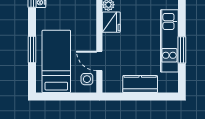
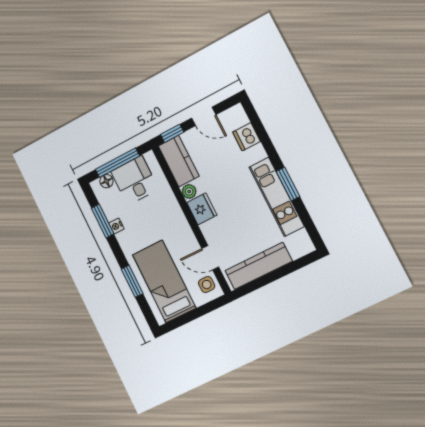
window: (182, 50) -> (288, 184), moved
kitchen counter: (140, 84) -> (259, 266), width x1.50

